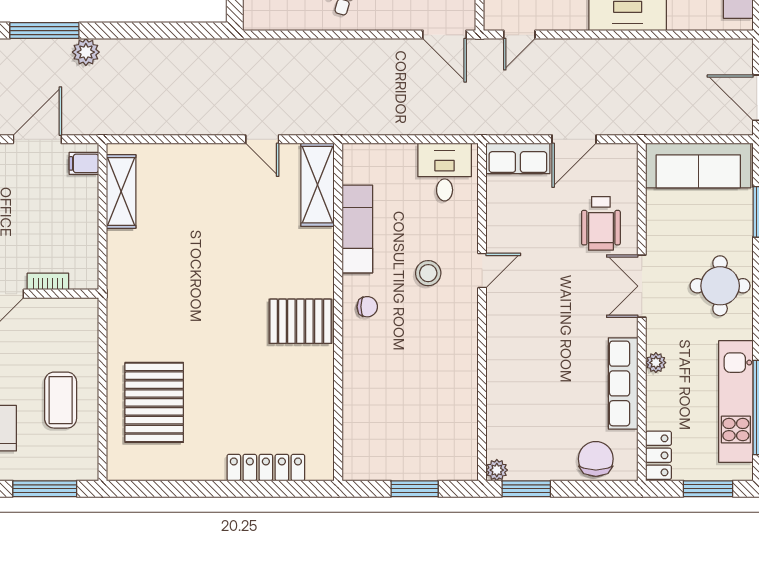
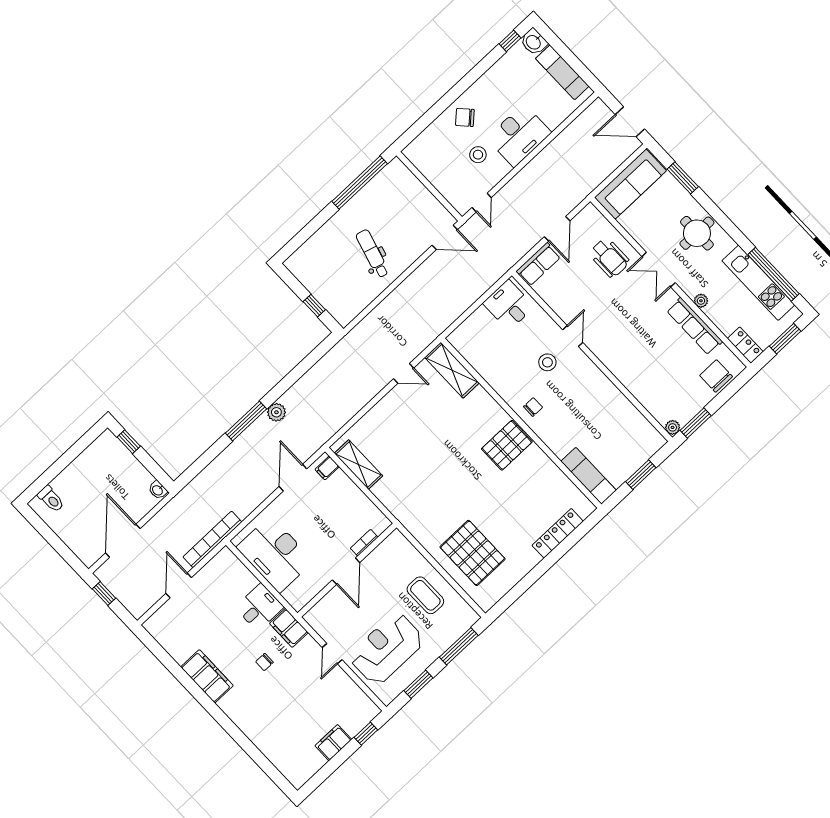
exam couch: (357, 229) -> (589, 476), moved

